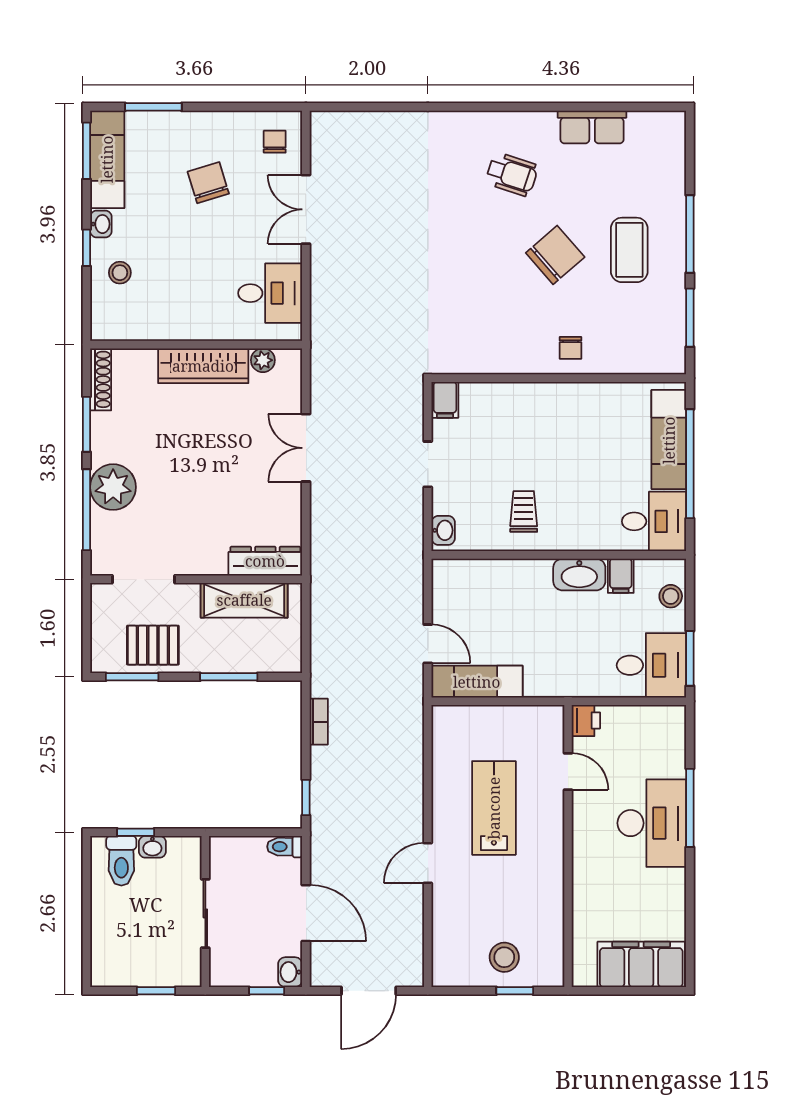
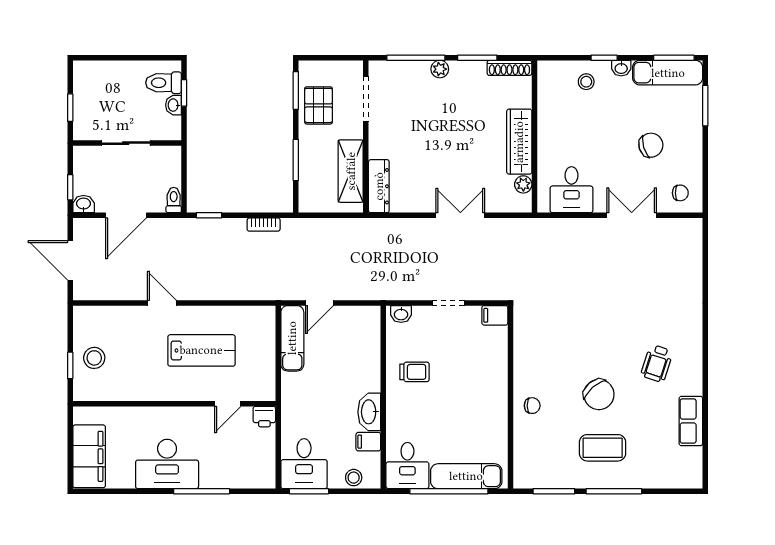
chair: (571, 348) -> (532, 406), turned 180
plant: (113, 487) -> (440, 69), width x0.53, depth x0.53
desk: (652, 823) -> (167, 464), moved

